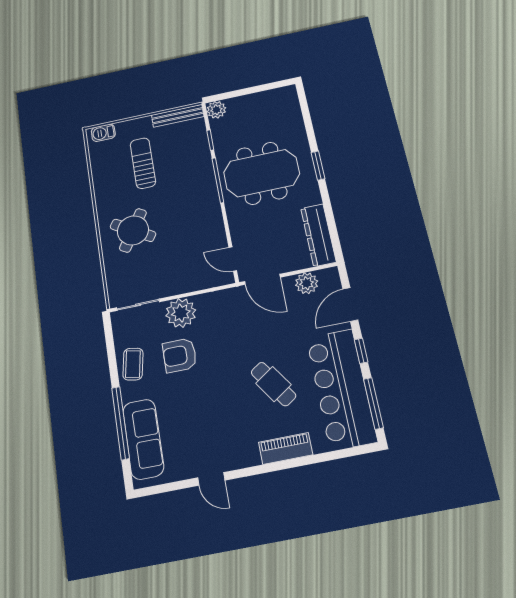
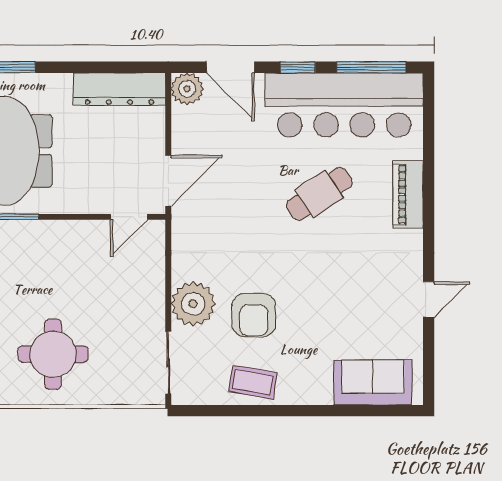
round table: (133, 230) -> (53, 354), turned -31
plant: (307, 283) -> (187, 89), moved
window: (120, 423) -> (331, 411), removed
sofa: (143, 439) -> (373, 383), width x0.73

